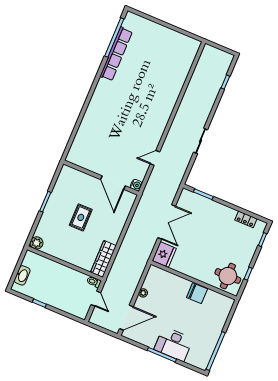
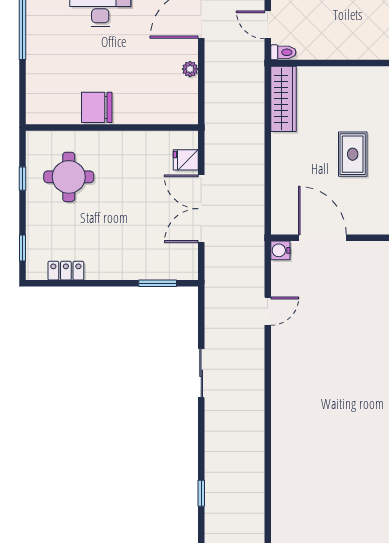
fridge: (164, 254) -> (186, 160), width x0.53, depth x0.75
round table: (228, 276) -> (69, 177), moved

